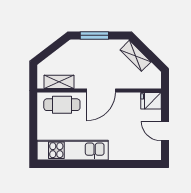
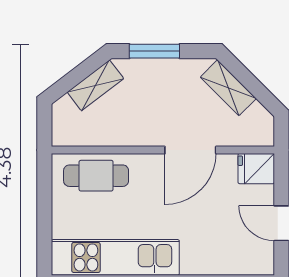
shelving: (59, 82) -> (95, 85), moved, turned -37
door: (101, 90) -> (190, 150), moved

